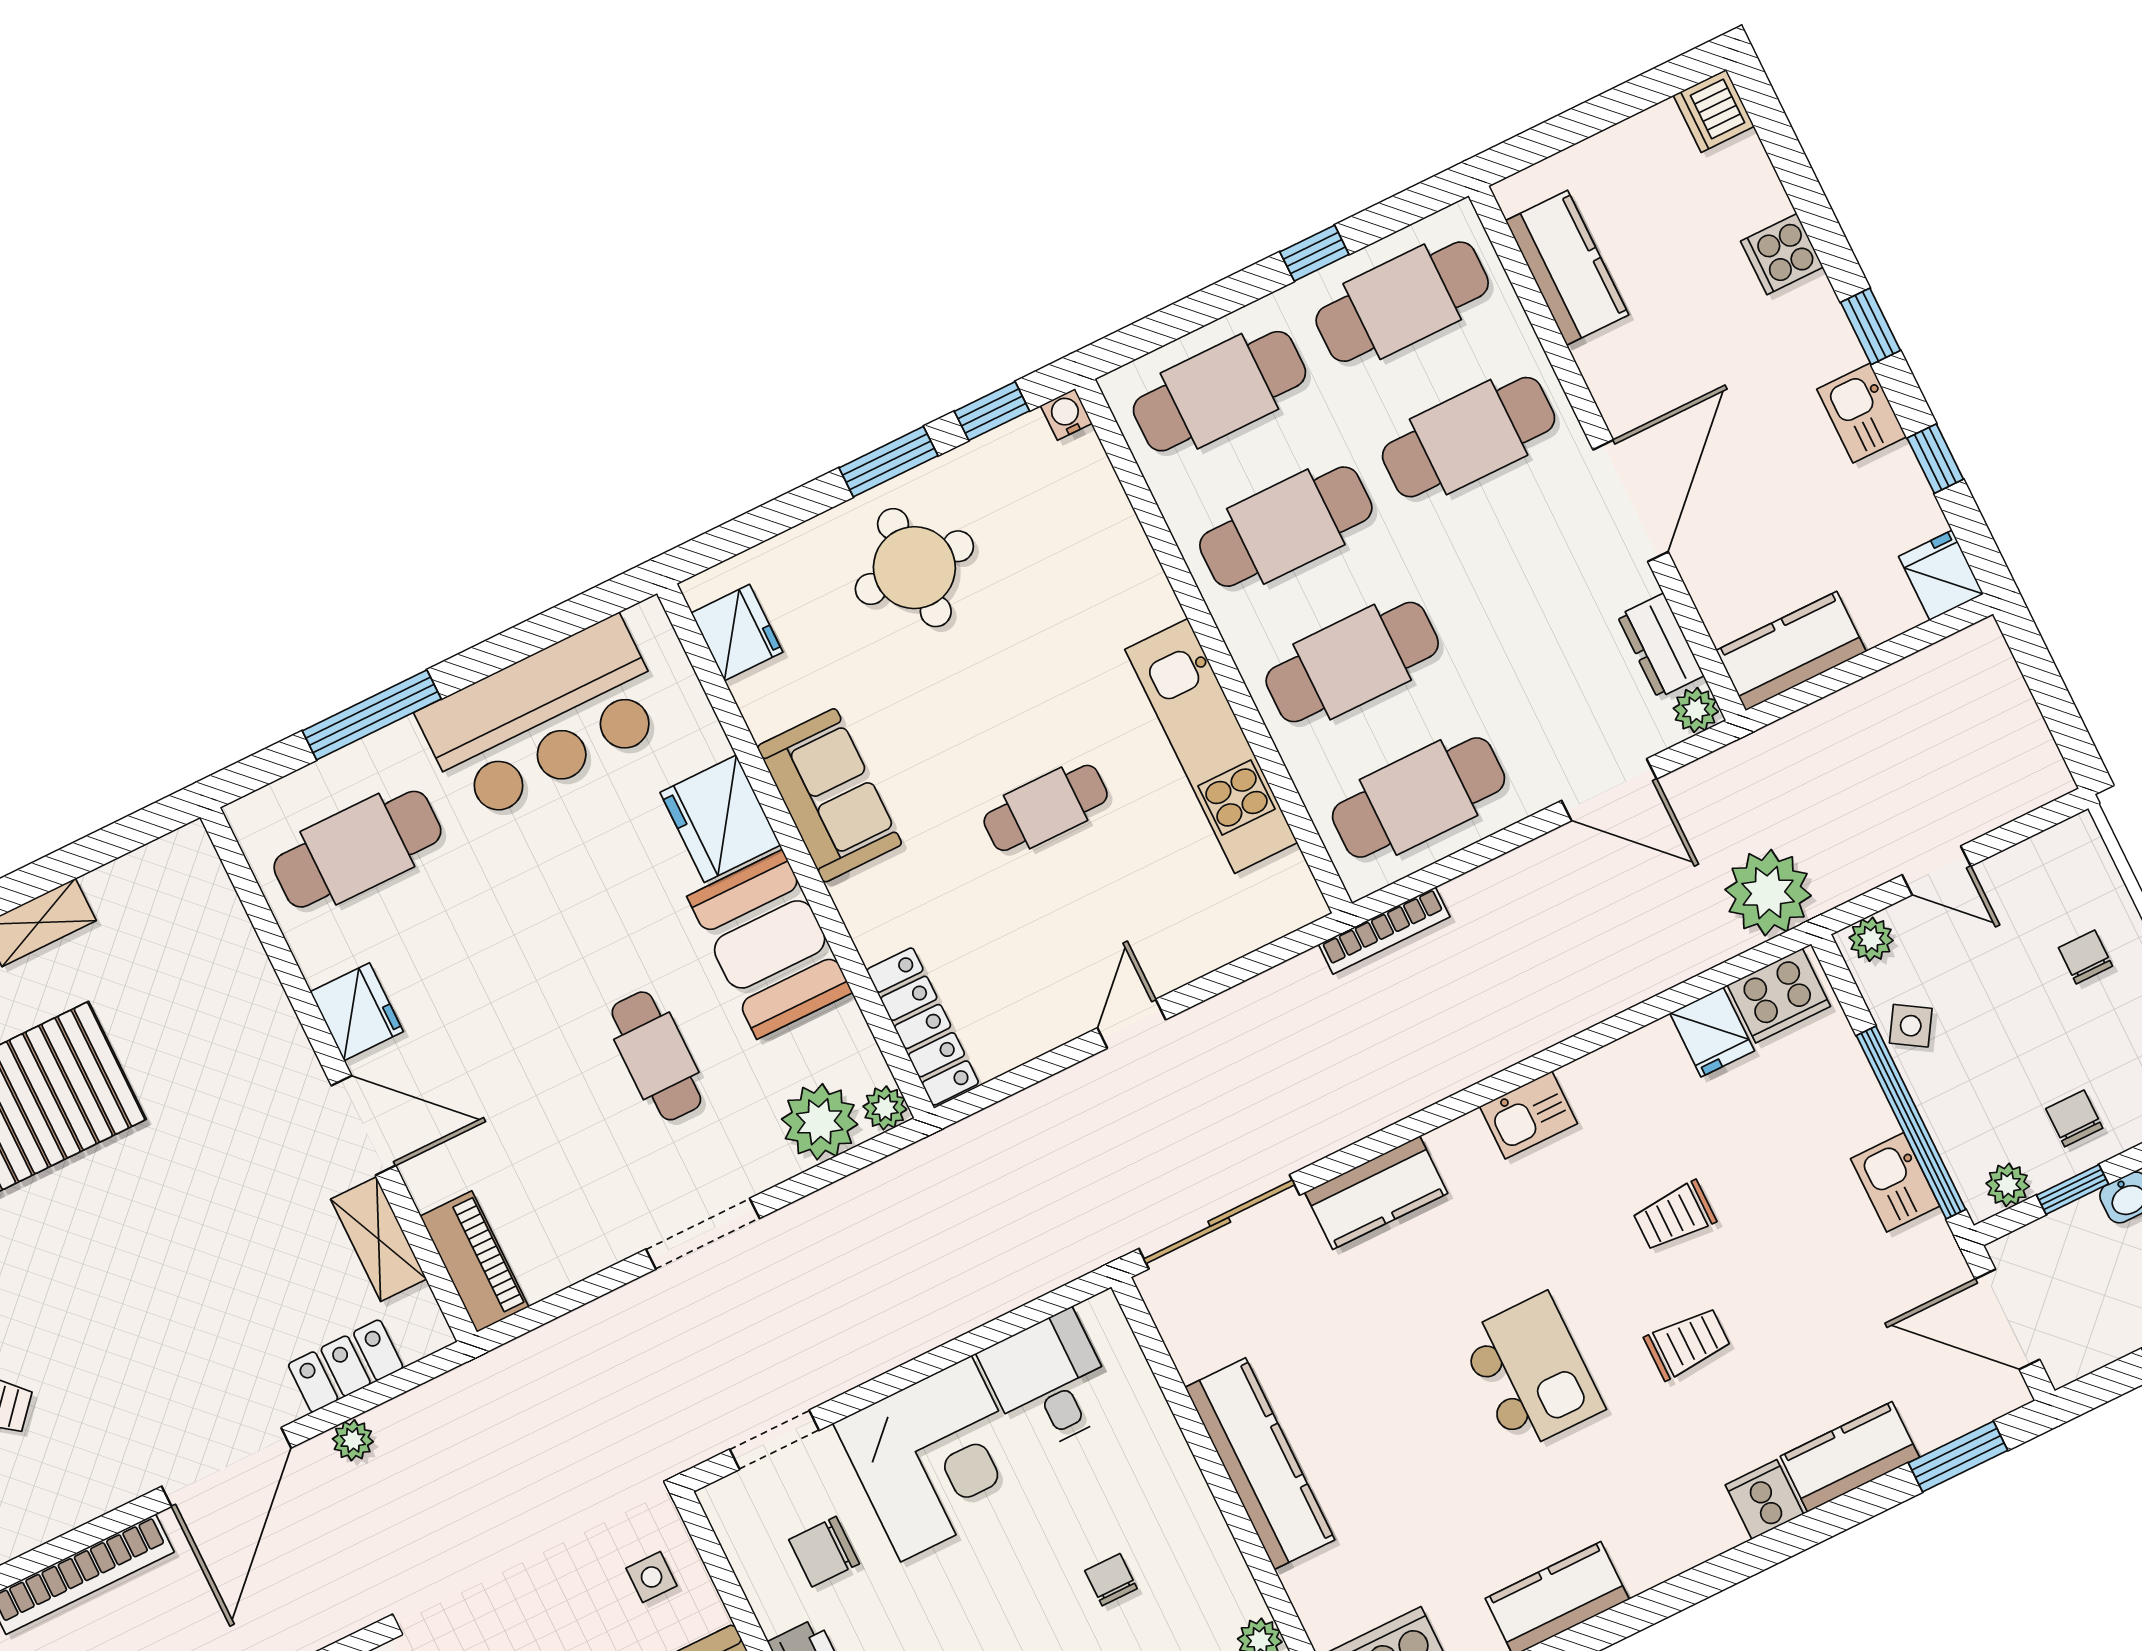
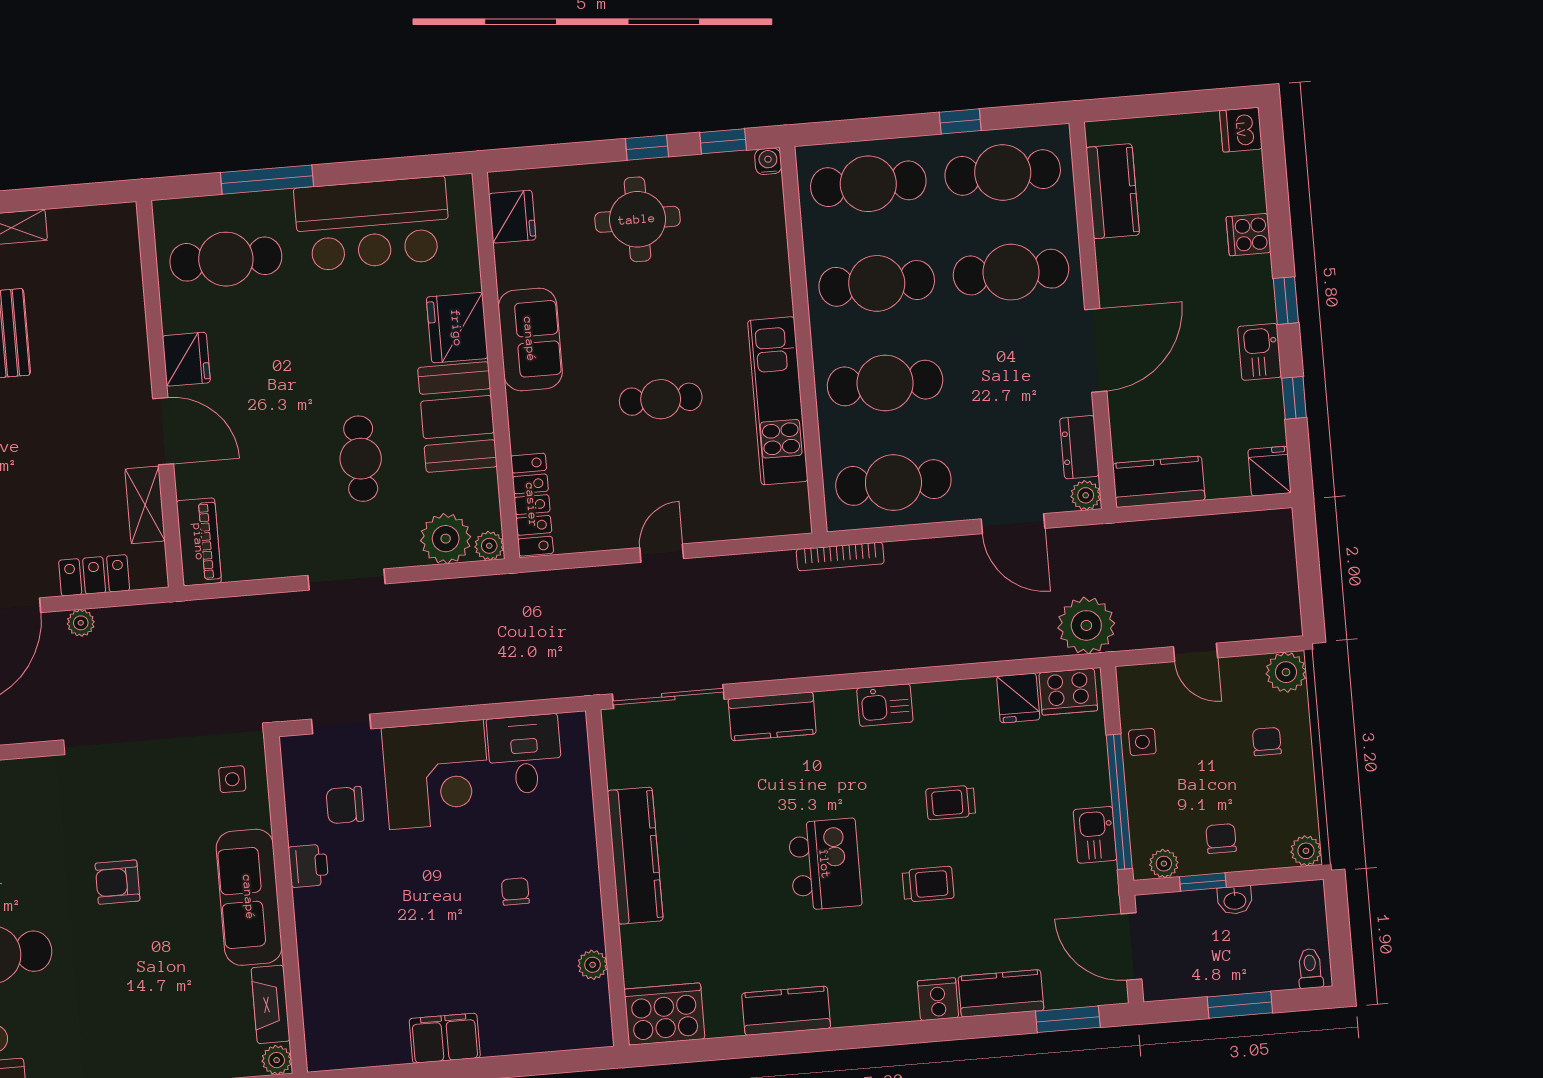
window: (888, 462) -> (647, 148), width x0.67
plant: (1871, 939) -> (1286, 672), moved, width x1.38, depth x1.38
side table: (1911, 1026) -> (1142, 742), turned -32

